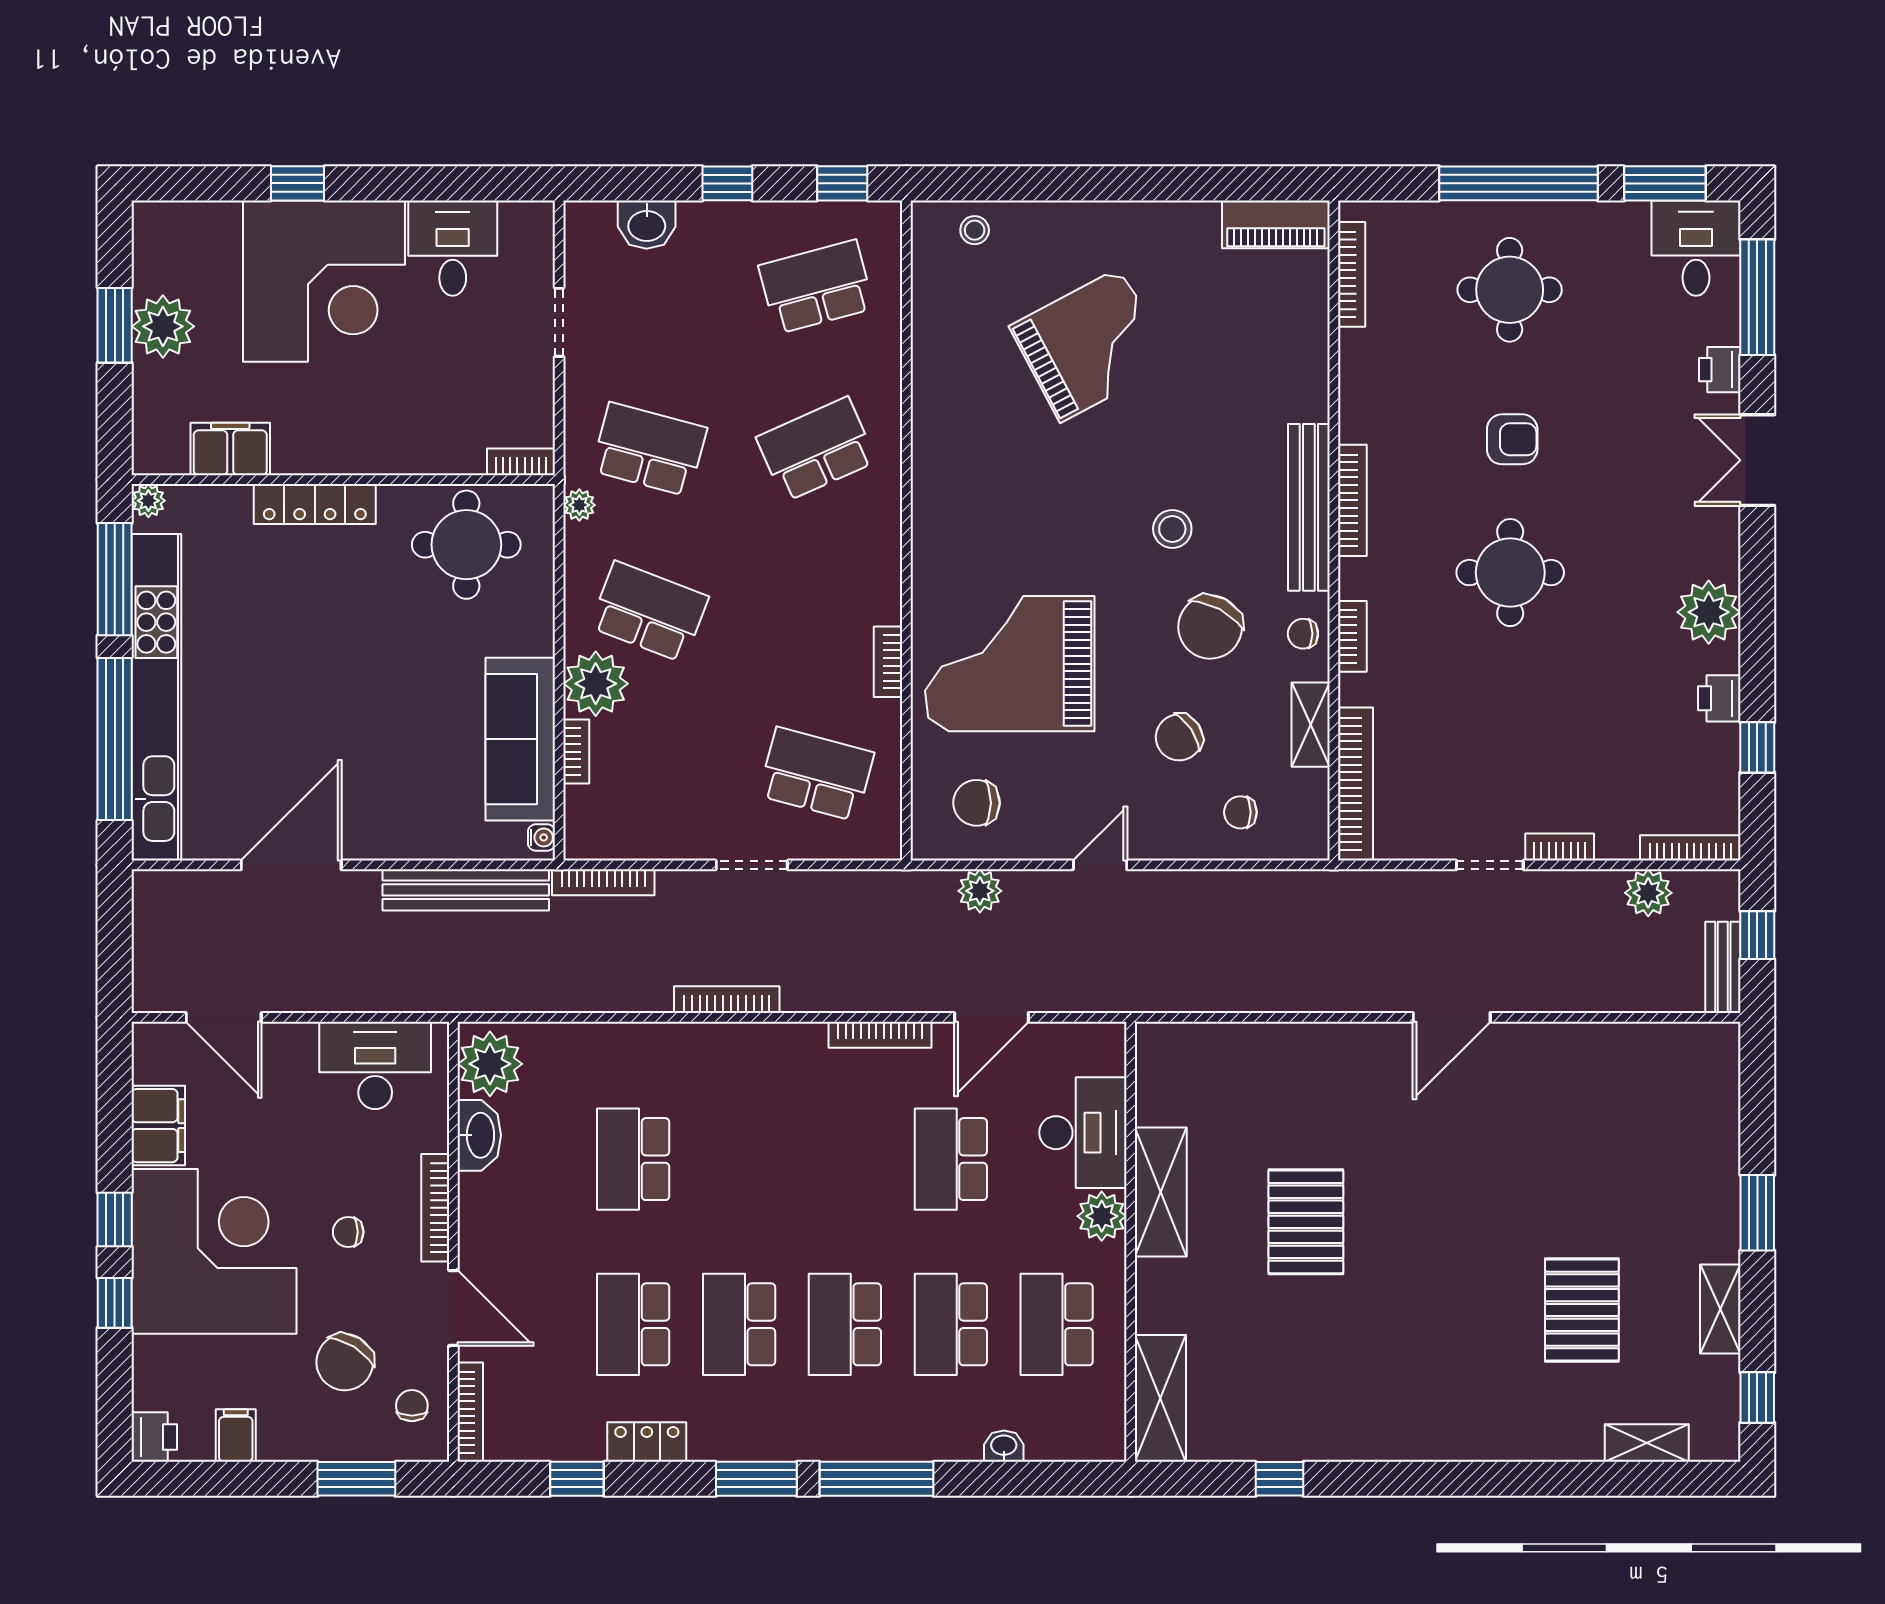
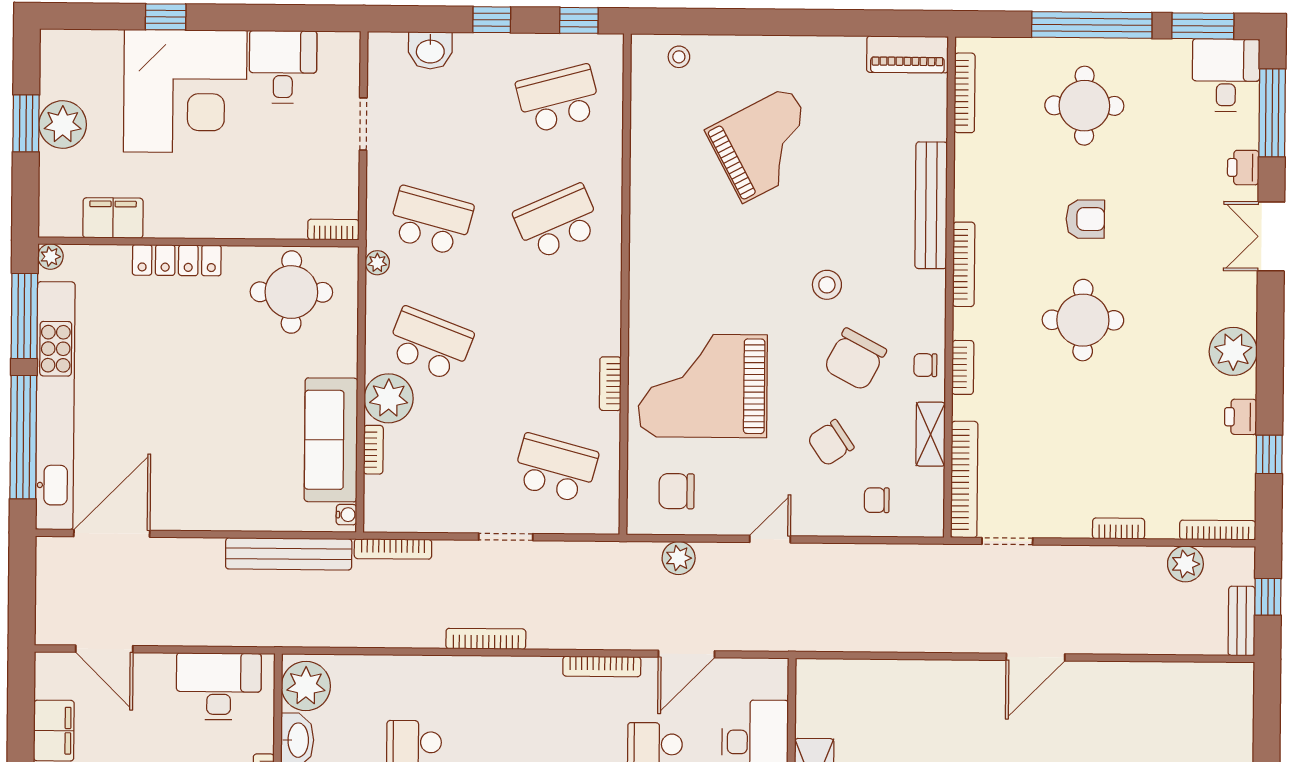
bench: (1309, 507) -> (931, 205), moved
door: (291, 865) -> (112, 533), moved
doorway: (1490, 865) -> (1007, 541), moved

